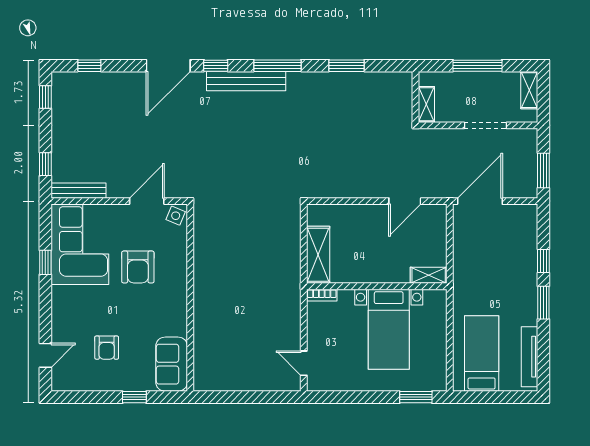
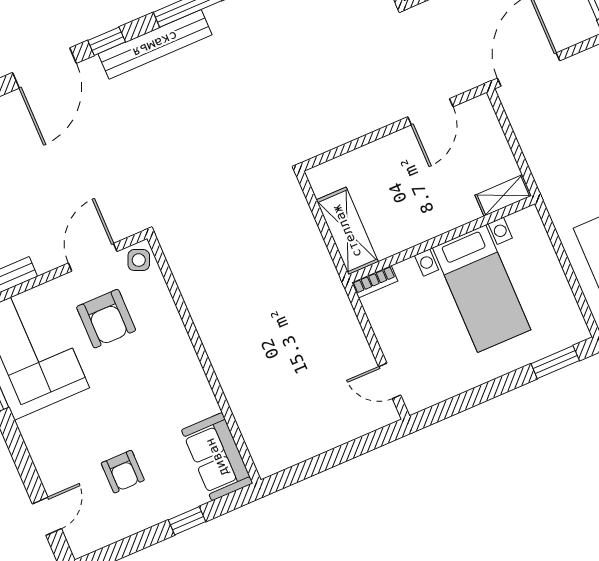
armchair: (138, 267) -> (106, 319), moved

